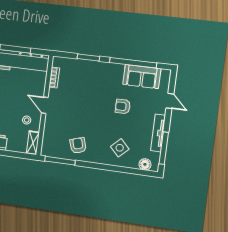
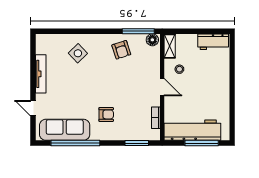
window: (88, 57) -> (137, 143), moved
sofa: (142, 77) -> (65, 130), width x1.36
armchair: (123, 106) -> (106, 114), moved
window: (164, 148) -> (33, 59), removed
floor lamp: (145, 164) -> (152, 40), moved

